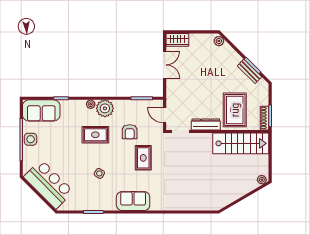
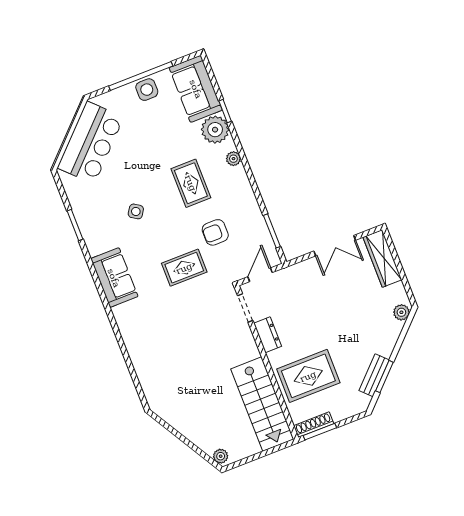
wardrobe: (177, 40) -> (382, 258), width x1.50
plant: (105, 108) -> (215, 130), moved
dresser: (206, 124) -> (268, 335), width x0.70

